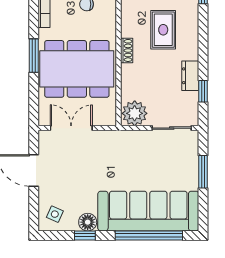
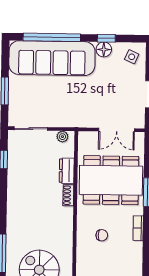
rug: (163, 30) -> (37, 212), removed
dresser: (190, 76) -> (67, 171), moved, turned 180
plant: (135, 113) -> (62, 137), width x0.53, depth x0.53

